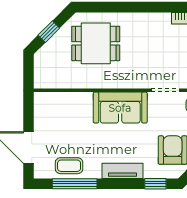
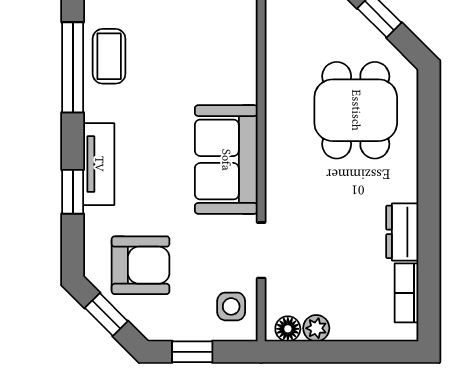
dresser: (156, 20) -> (402, 232), added
window: (155, 184) -> (73, 192), moved

